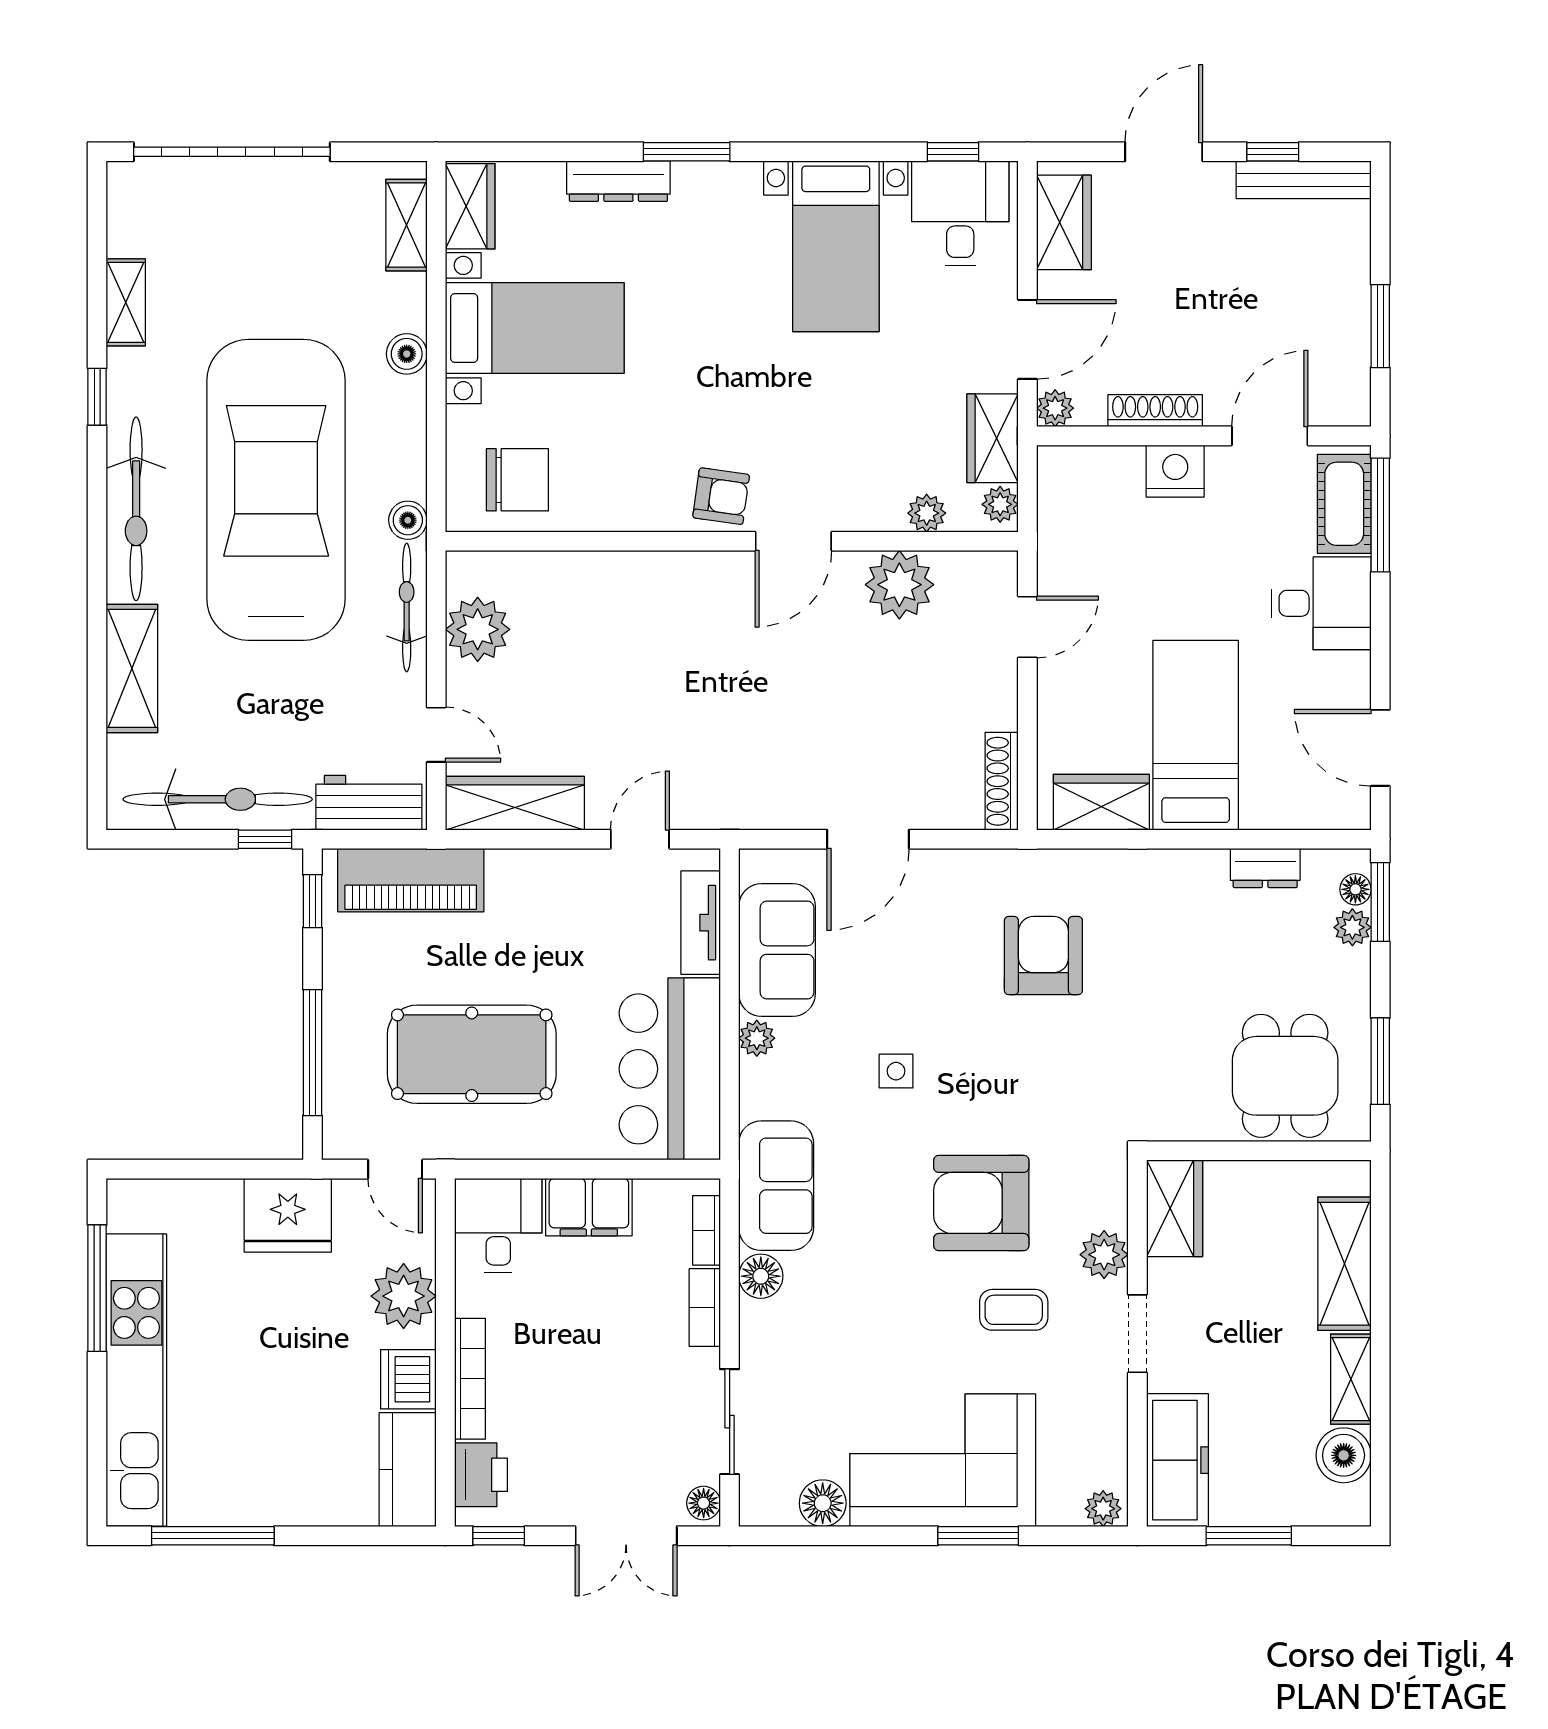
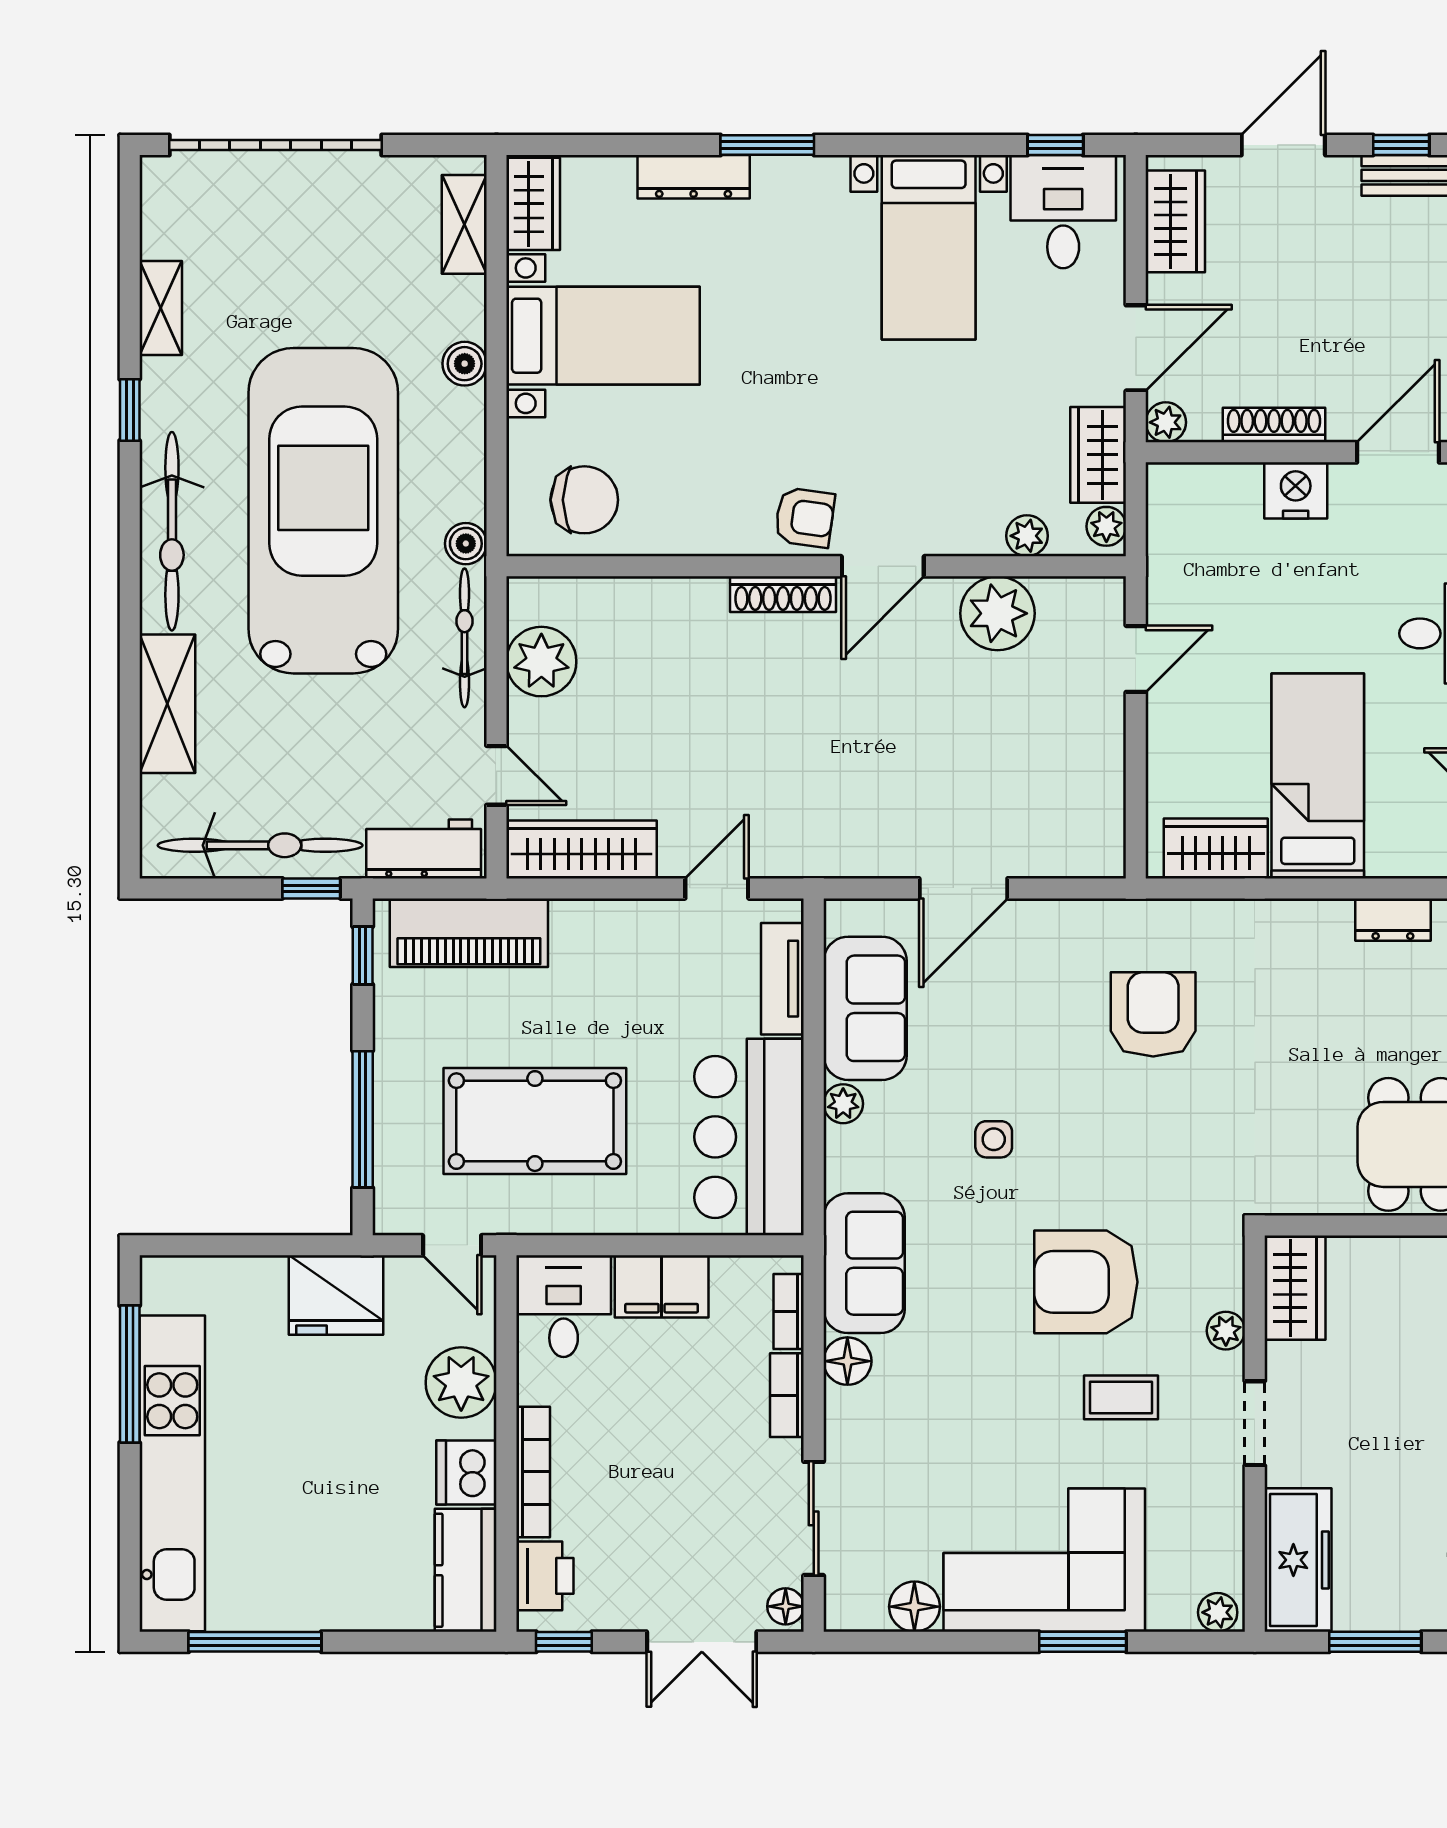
shoe rack: (1002, 781) -> (783, 594), moved, turned -90
plant: (1104, 1255) -> (1226, 1331), width x0.73, depth x0.73

